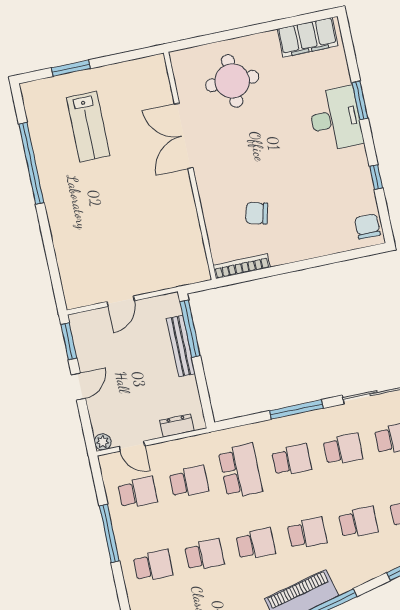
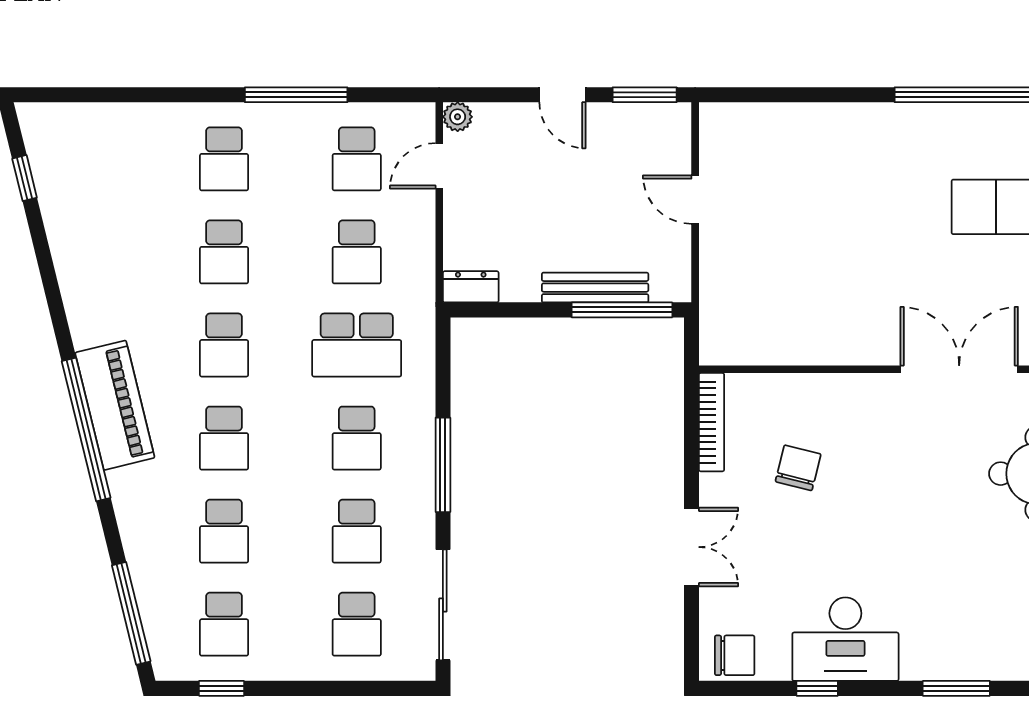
desk: (335, 119) -> (845, 639), moved
double door: (313, 263) -> (691, 547), added
dresser: (177, 426) -> (471, 287), moved, turned -90

